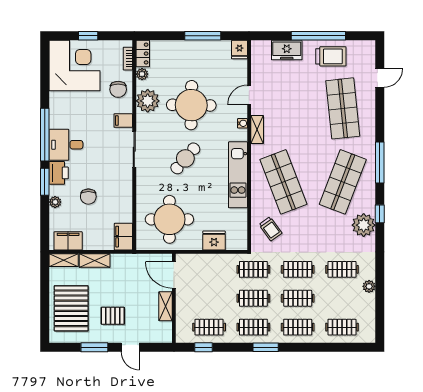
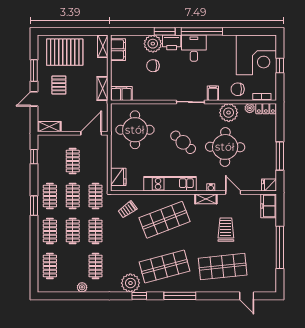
freezer: (287, 50) -> (269, 206), moved
trolley: (331, 56) -> (226, 230), moved, turned 180
shop shelf: (343, 182) -> (165, 267), turned -36
plant: (55, 202) -> (153, 44), width x1.87, depth x1.87
fridge: (214, 241) -> (118, 177), moved
shelving: (95, 261) -> (102, 89), moved
shelving: (166, 306) -> (49, 127), moved
clothes rail: (209, 327) -> (73, 161), moved

